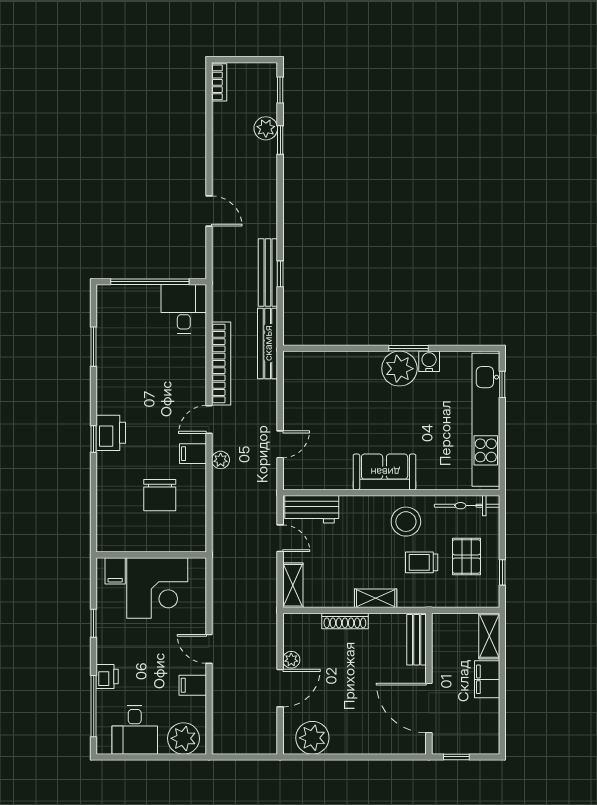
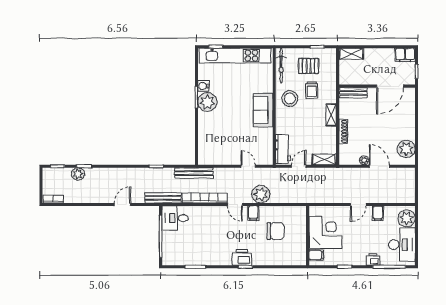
bench: (268, 272) -> (163, 198), moved
plant: (221, 460) -> (261, 194), width x1.87, depth x1.87
filing cabinet: (487, 679) -> (405, 55), moved
desk: (135, 730) -> (402, 245), width x1.37

